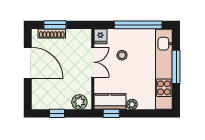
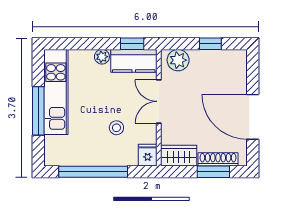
wardrobe: (79, 36) -> (179, 156), added
double door: (93, 62) -> (159, 101), moved
kitchen unit: (164, 69) -> (56, 92), width x0.73

